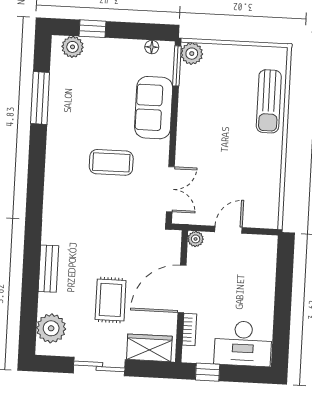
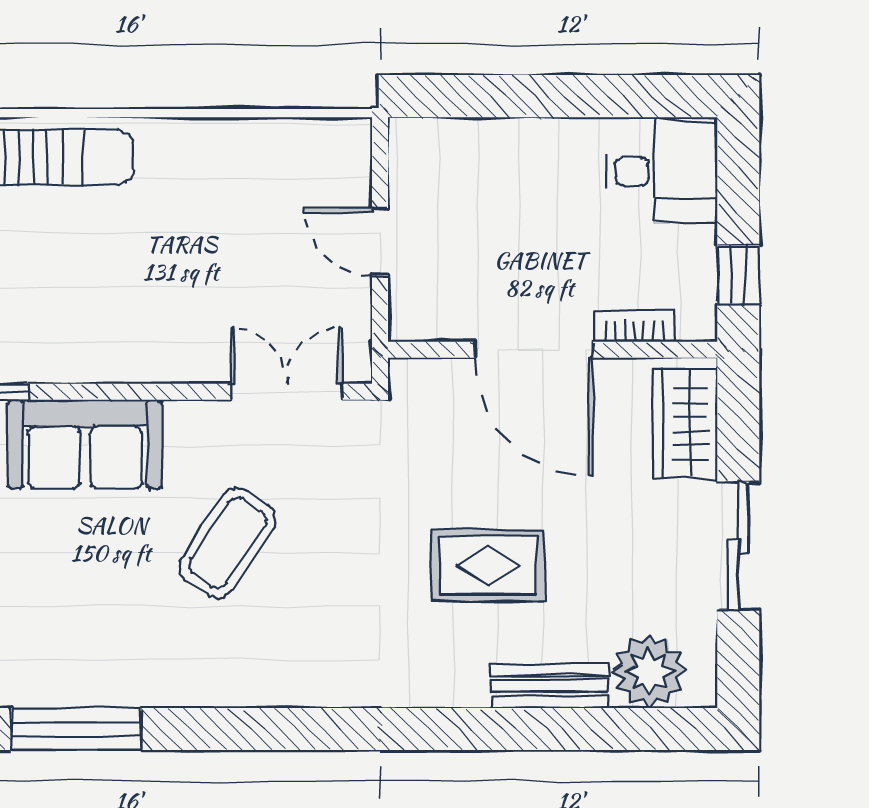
coffee table: (111, 162) -> (227, 543), turned 34
plant: (196, 239) -> (407, 322), removed
bench: (48, 269) -> (550, 686), moved
rug: (111, 300) -> (488, 565), moved
desk: (243, 343) -> (662, 171), width x0.73

